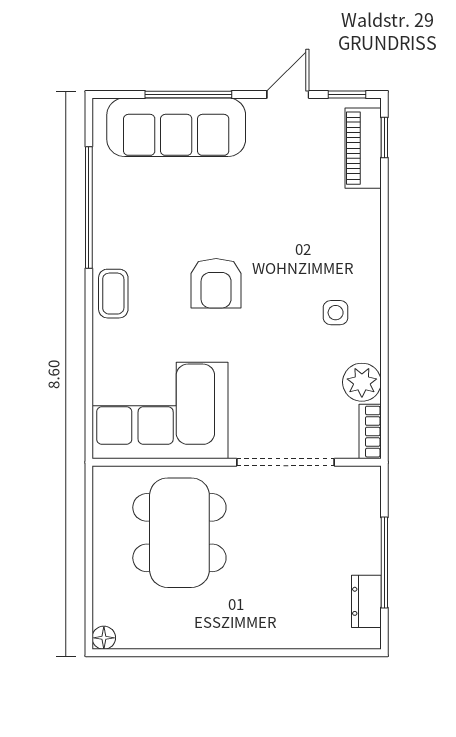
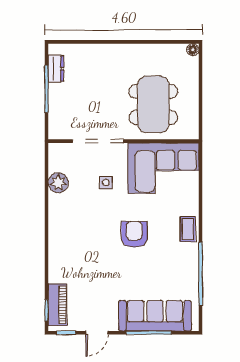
side table: (336, 313) -> (106, 183), moved
bookcase: (370, 432) -> (54, 157), removed

